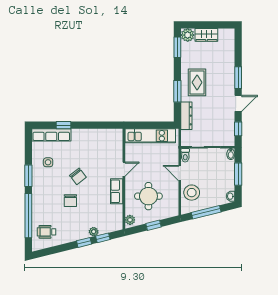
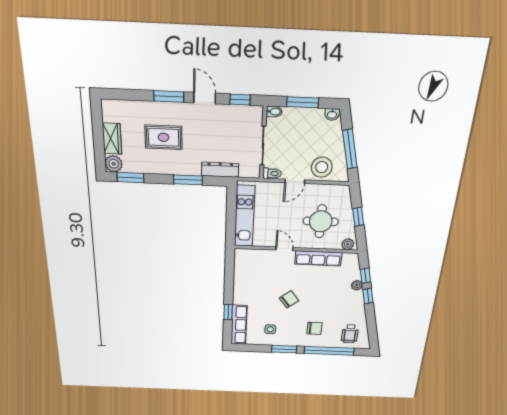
rug: (197, 82) -> (163, 137), moved
row of seats: (117, 191) -> (318, 258), width x1.48
chair: (70, 201) -> (314, 328), moved

